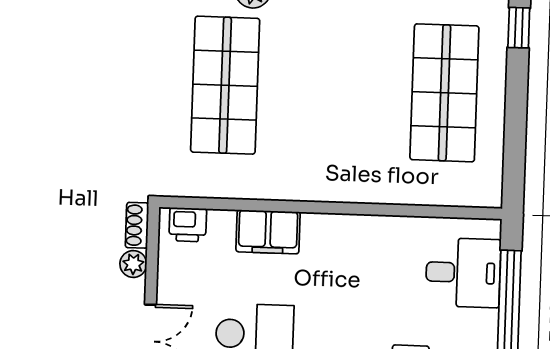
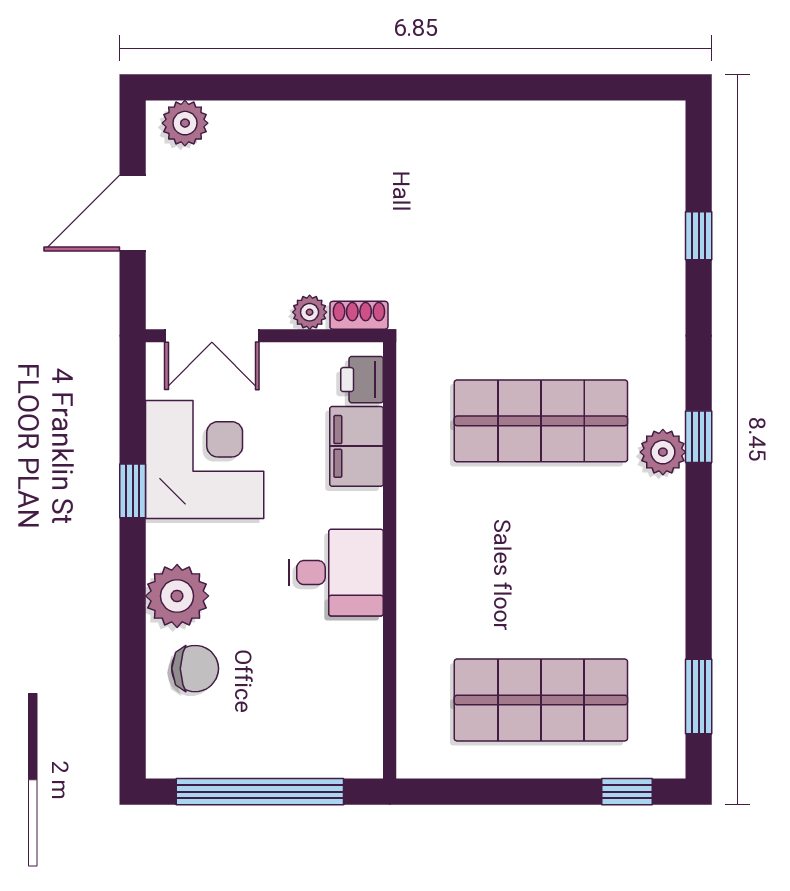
filing cabinet: (268, 232) -> (356, 446), moved
desk: (463, 273) -> (336, 573), moved, turned -90

